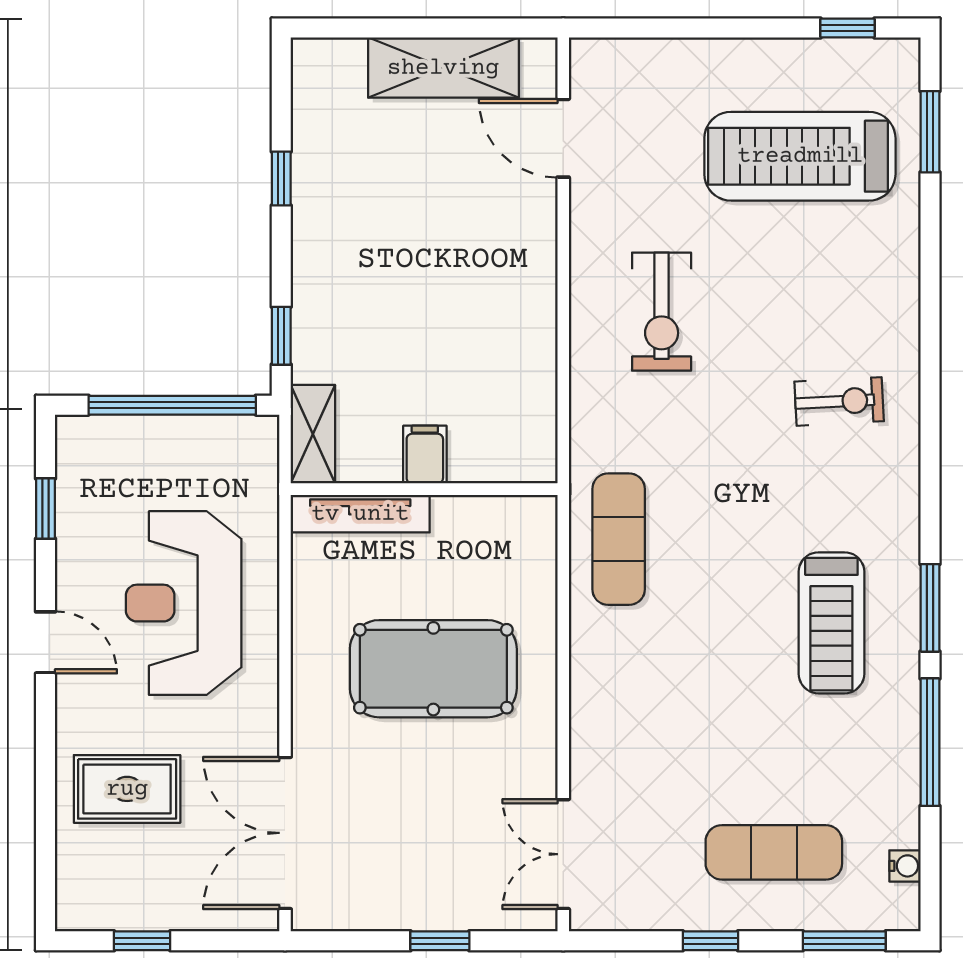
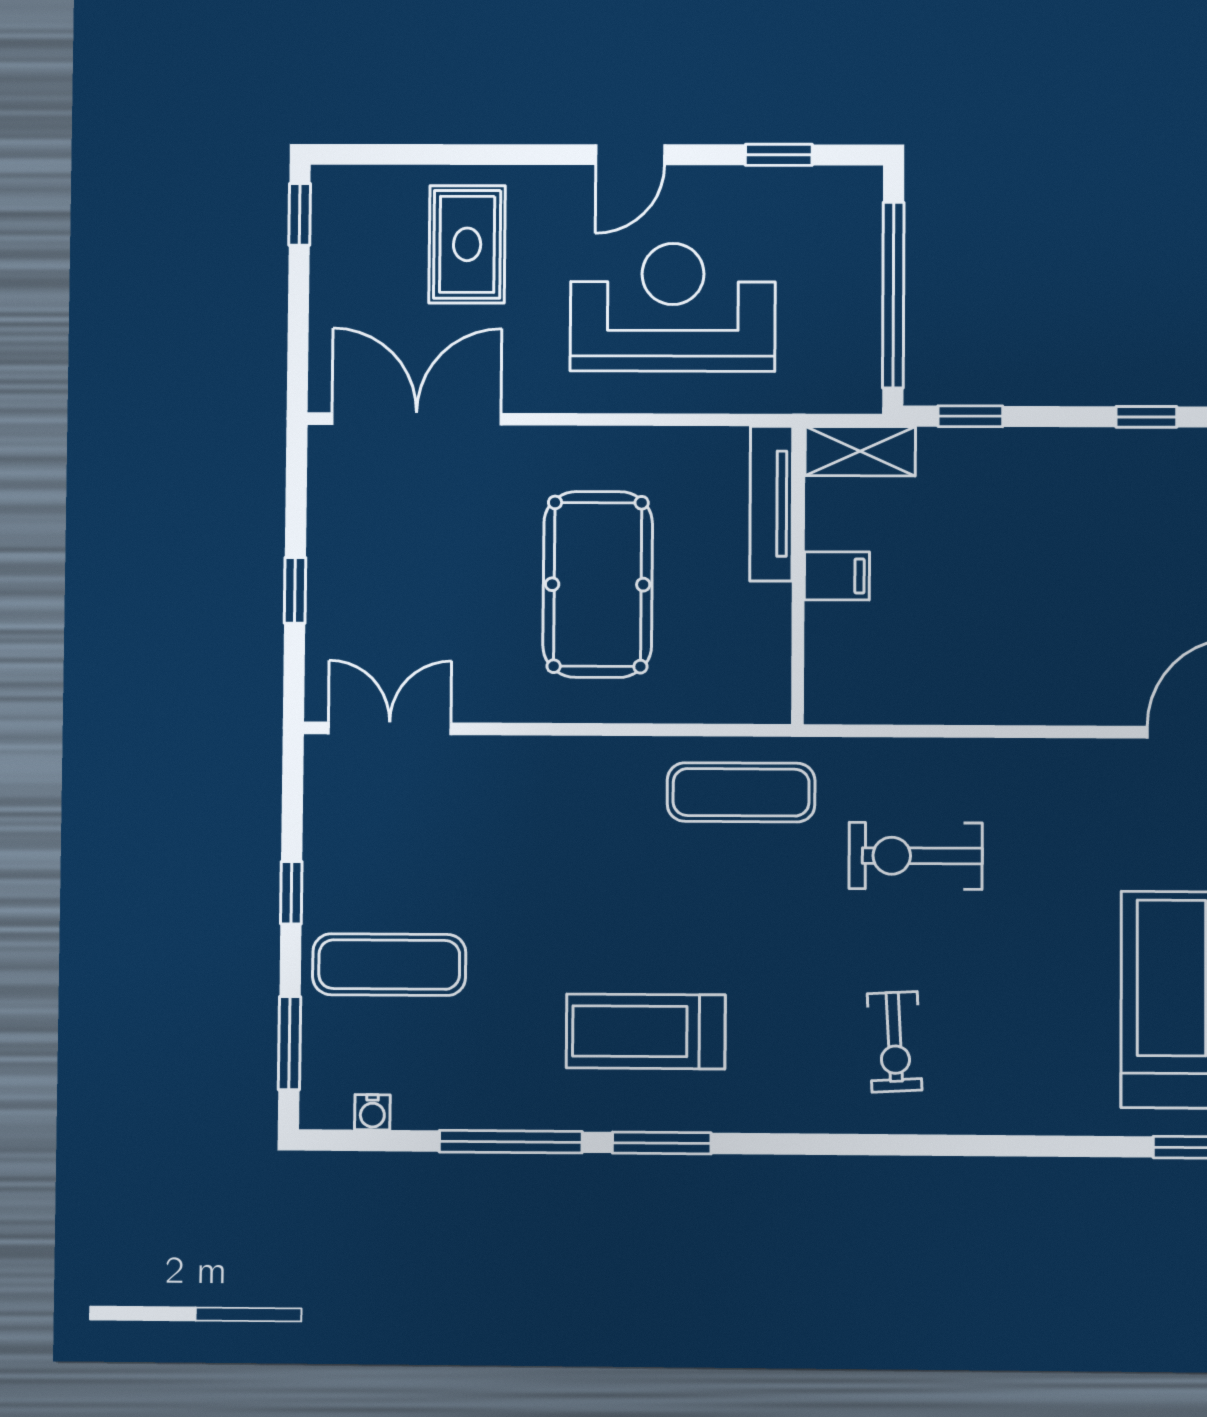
exercise bike: (662, 312) -> (916, 856), moved
exercise mat: (774, 852) -> (389, 965), turned 90
window: (142, 941) -> (300, 214), moved

